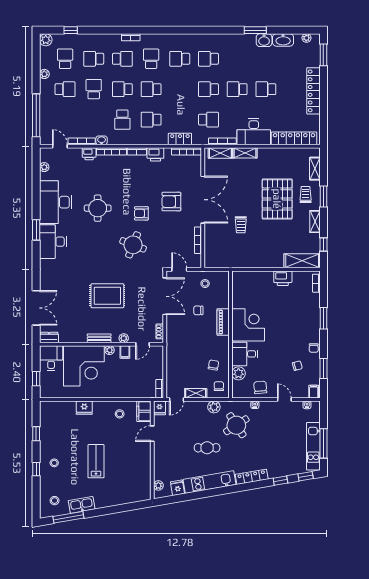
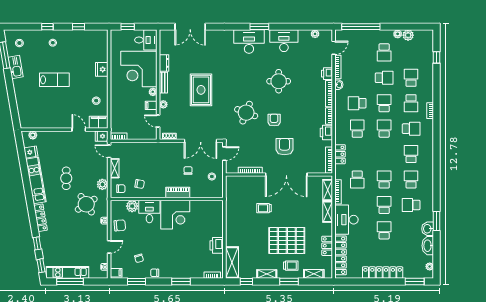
plant: (46, 40) -> (408, 35), moved
school desk: (65, 59) -> (411, 205), moved, turned 180
locker: (283, 153) -> (327, 246), added
desk: (56, 202) -> (284, 41), width x0.73, depth x0.77
dresser: (49, 338) -> (164, 63), moved

